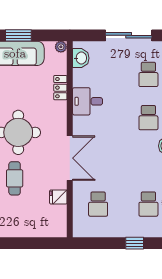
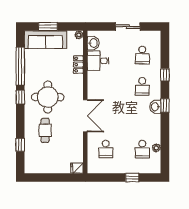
sliding door: (129, 35) -> (128, 27), width x0.73
desk: (88, 101) -> (98, 61), moved
fridge: (58, 197) -> (77, 168), moved

